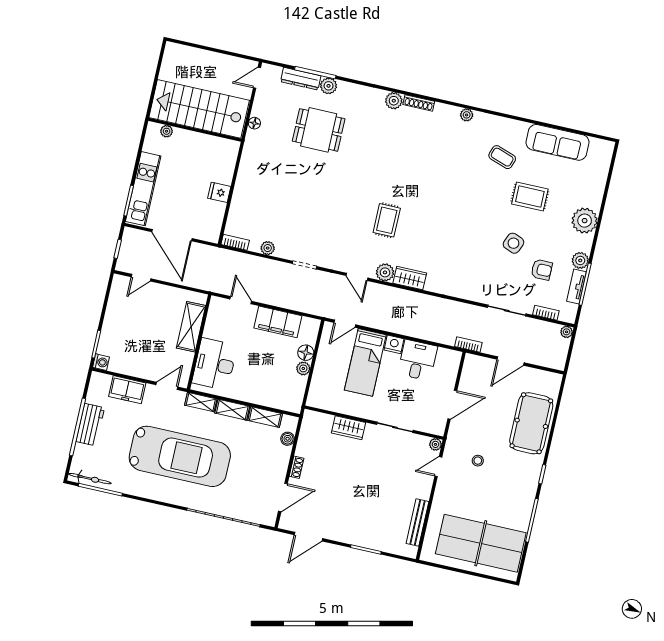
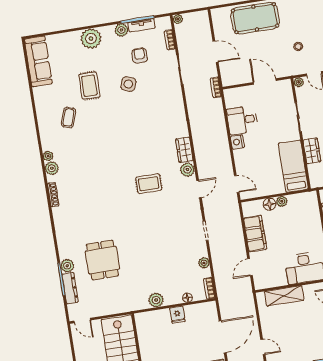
plant: (394, 101) -> (52, 168), moved
floor lamp: (254, 123) -> (187, 298), moved
sofa: (557, 142) -> (38, 61), moved
plant: (246, 174) -> (156, 300), added
bed: (365, 362) -> (293, 166), moved, turned -90

